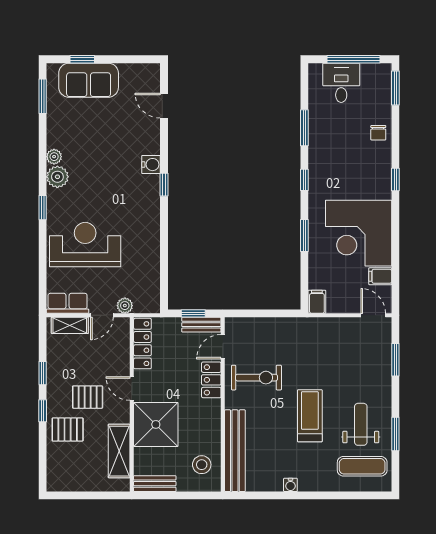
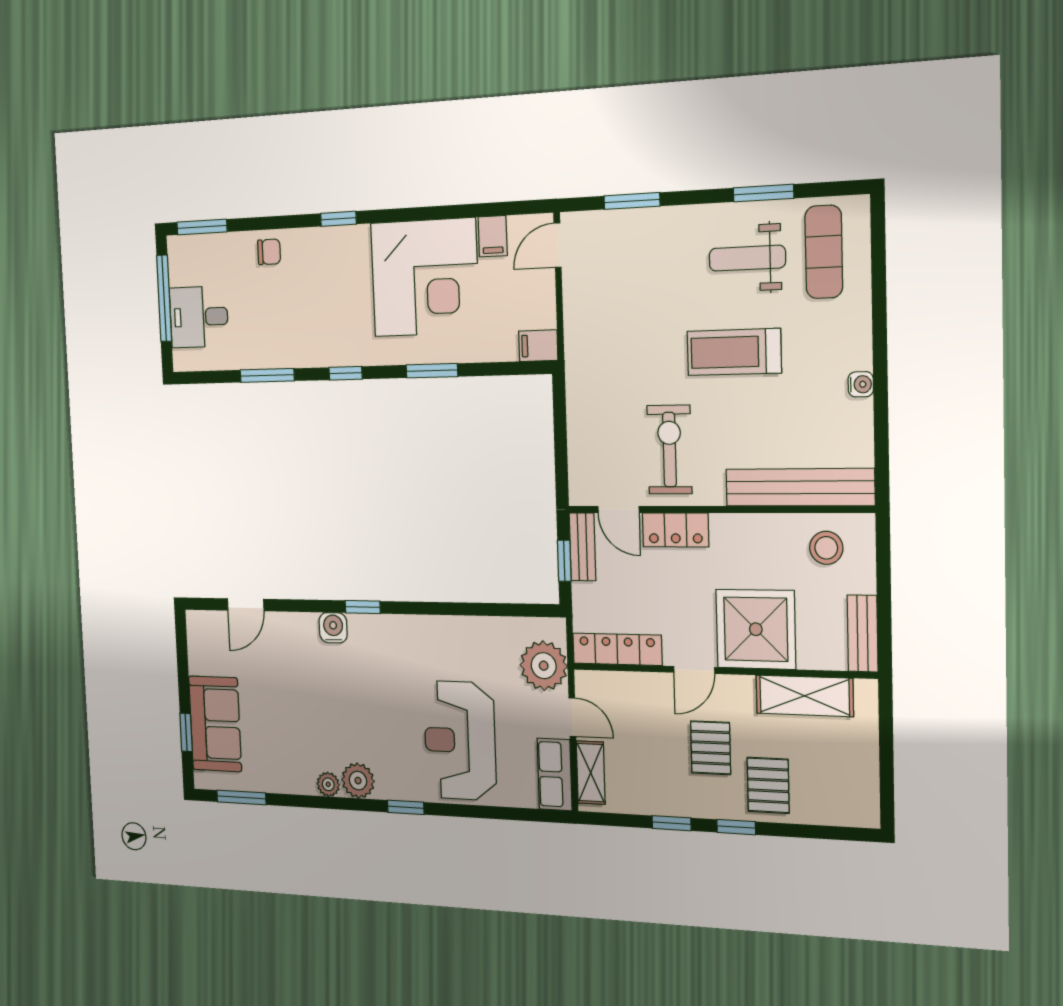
plant: (125, 306) -> (544, 666), width x1.87, depth x1.87

